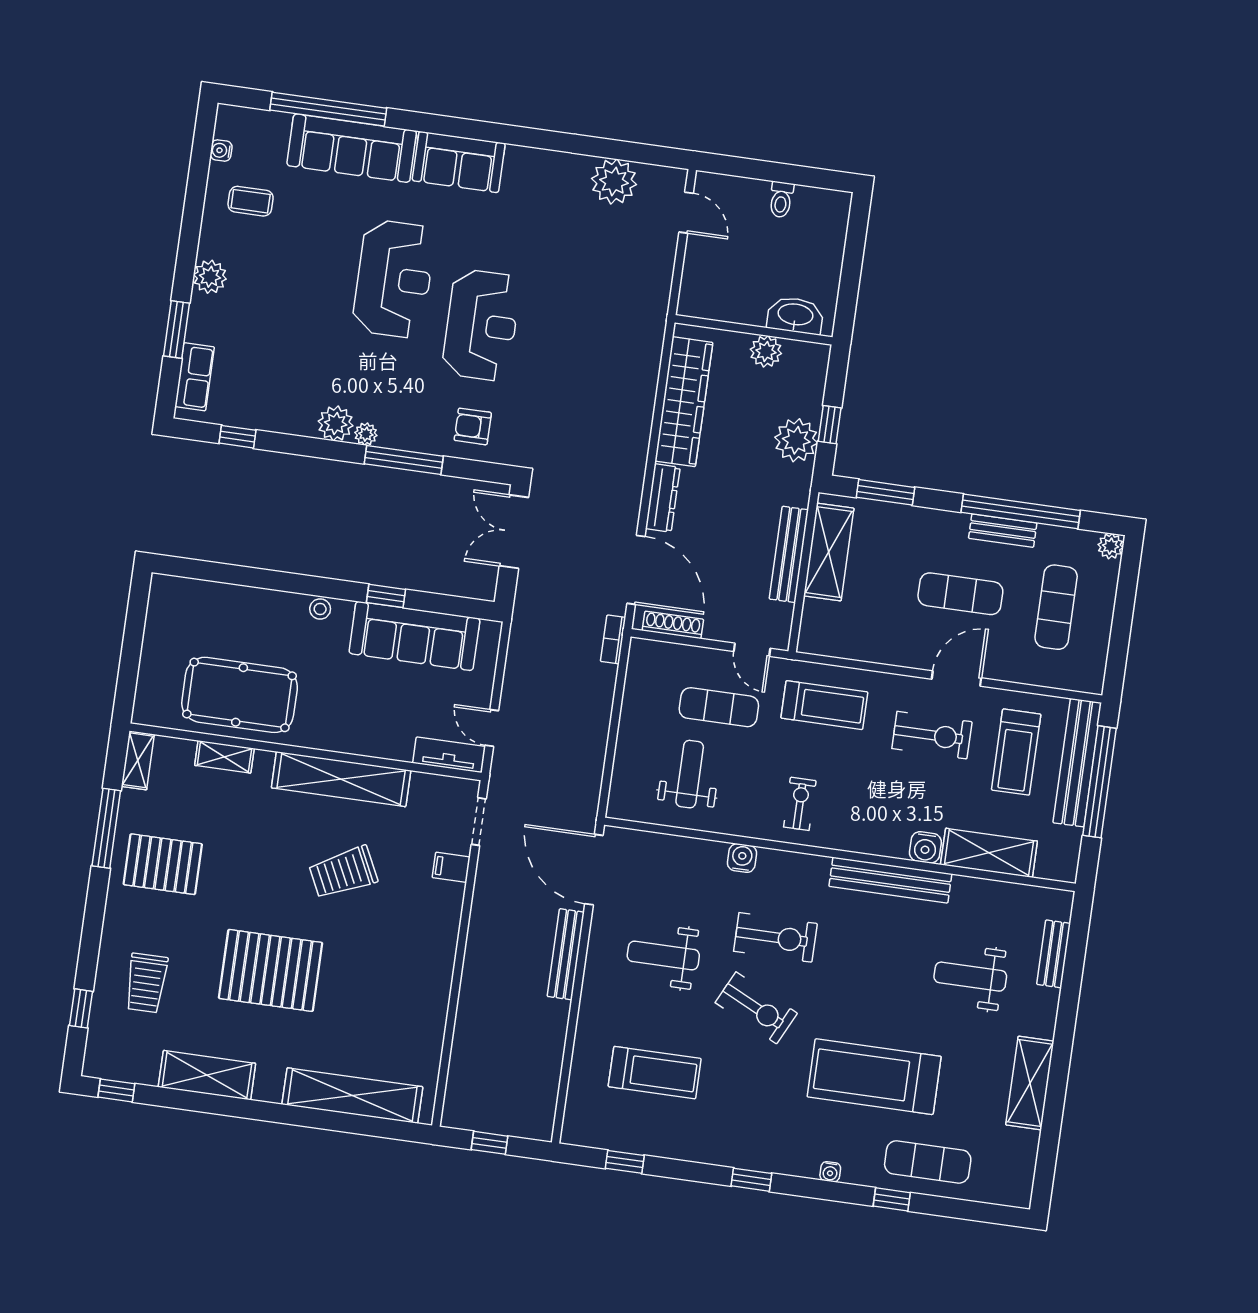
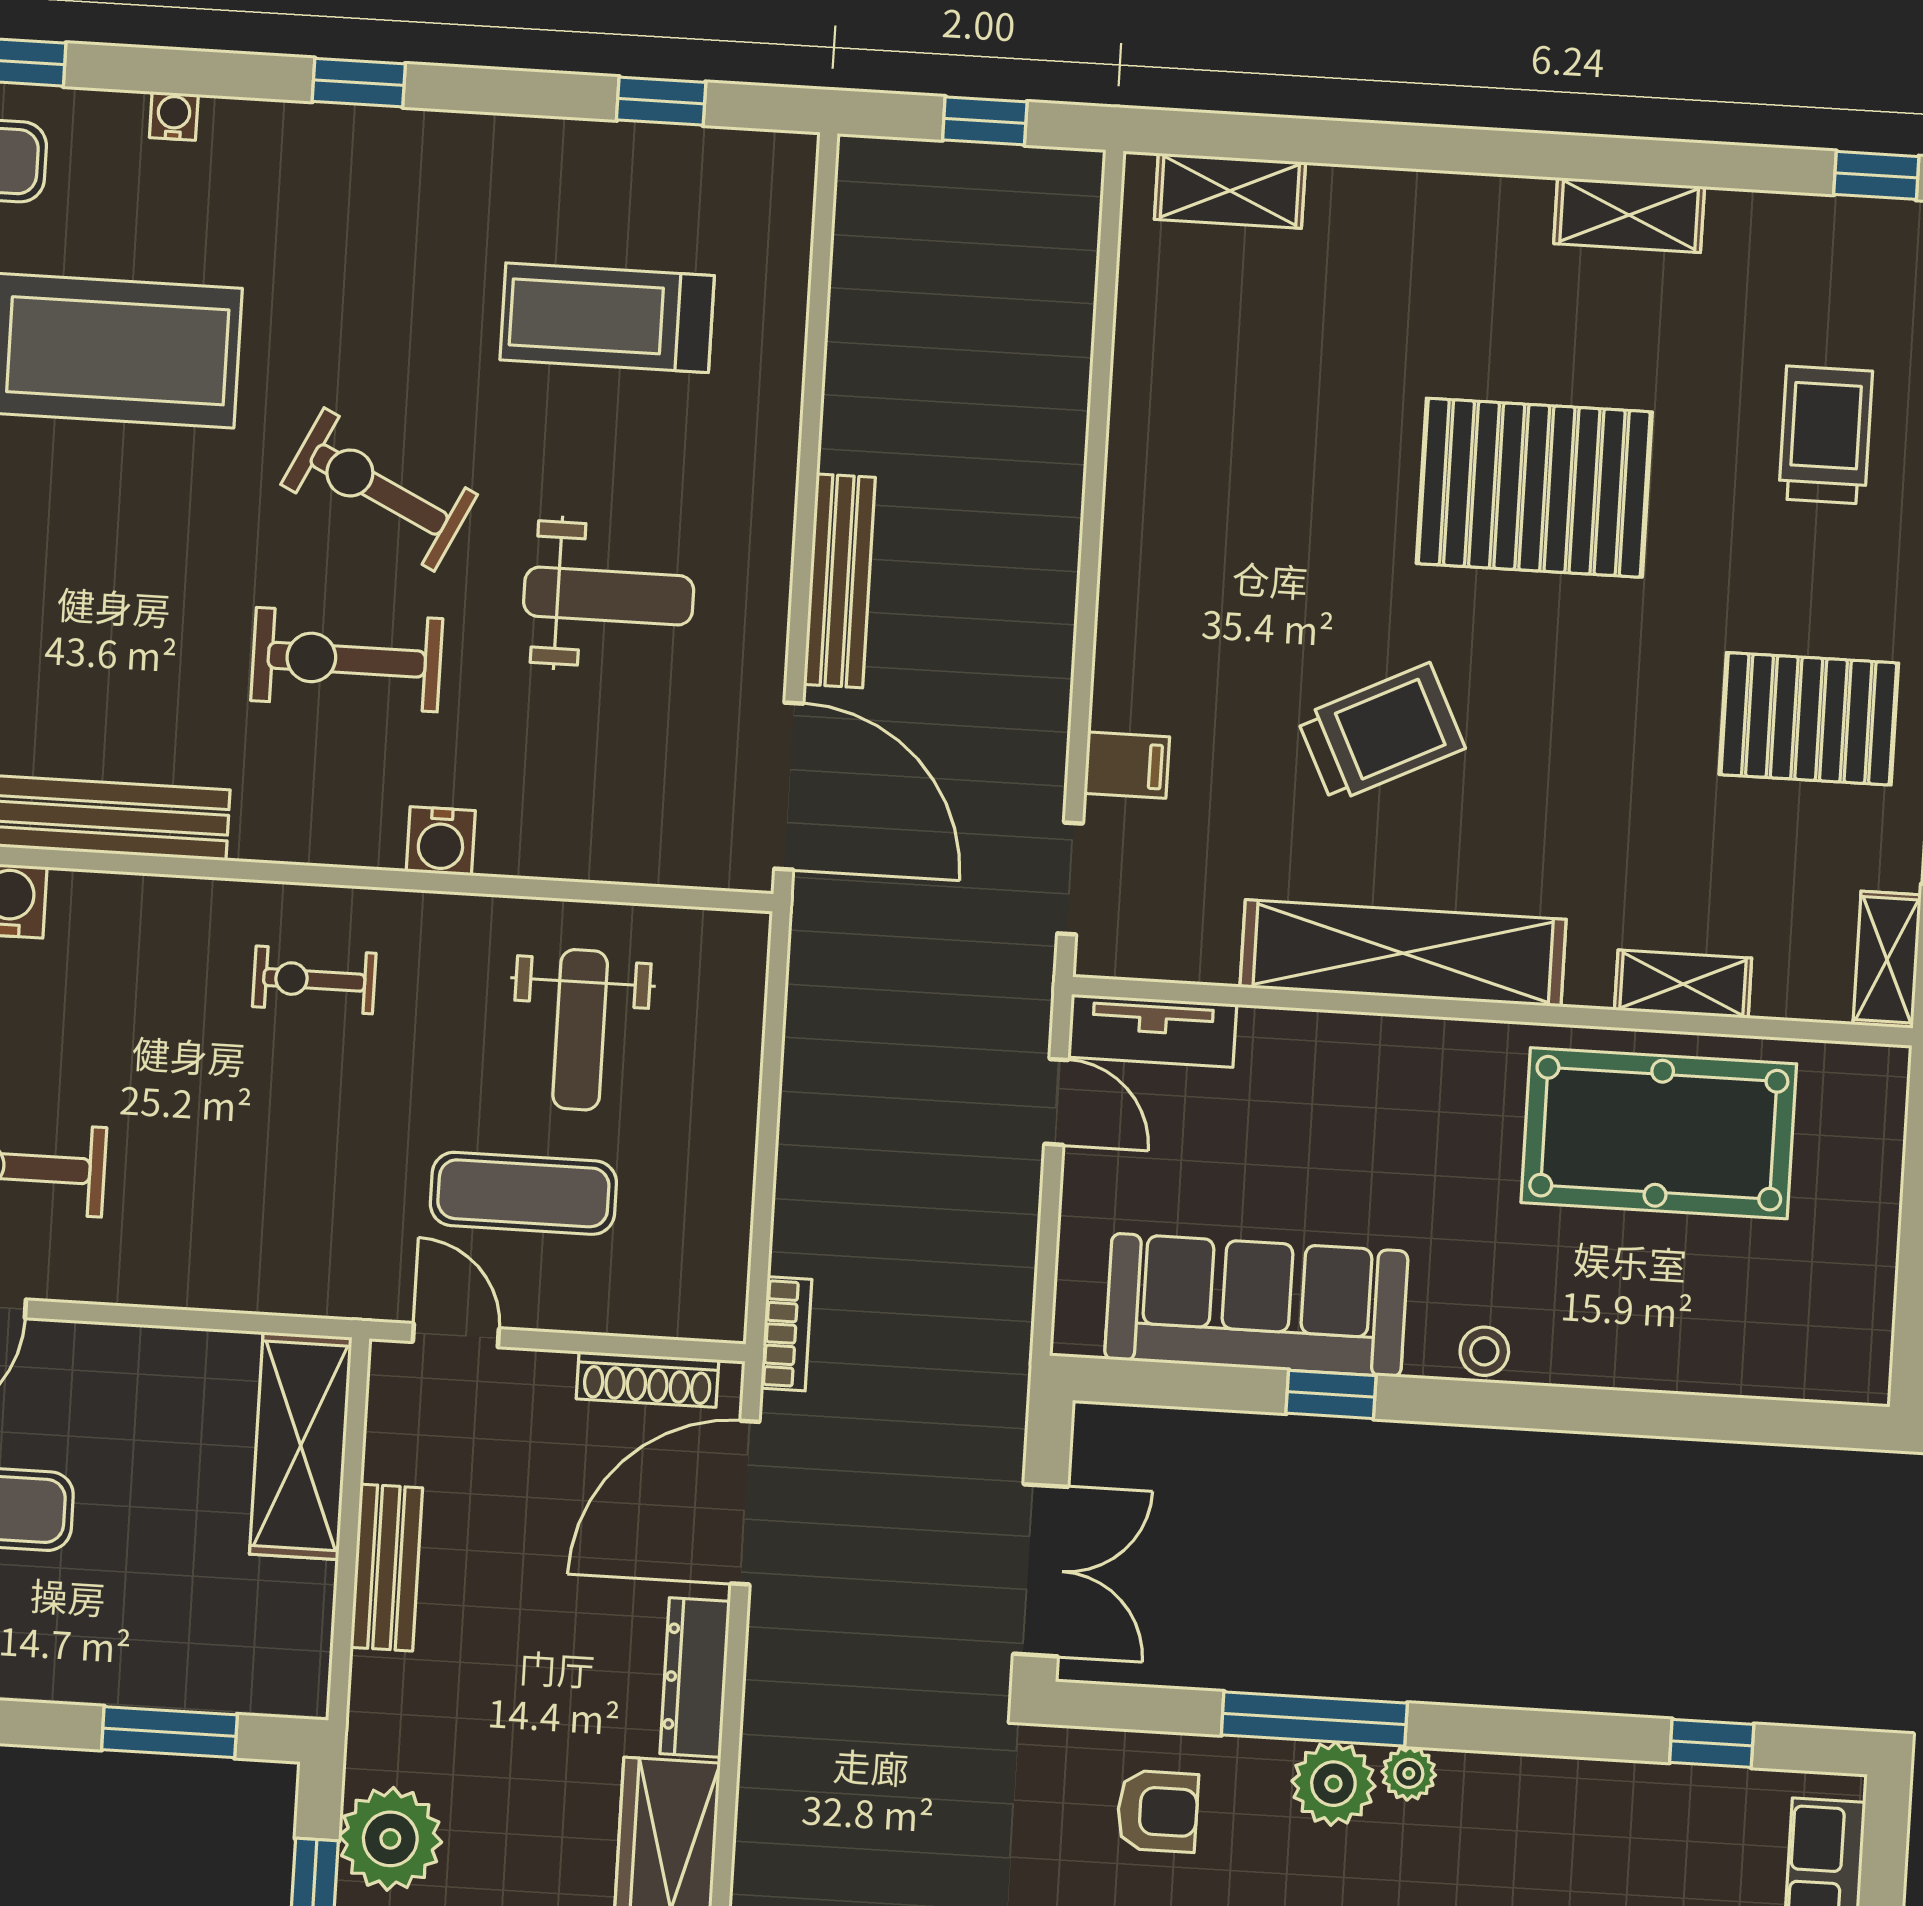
plant: (336, 423) -> (1333, 1784), moved
shelving: (829, 552) -> (301, 1446), moved
bench: (789, 554) -> (386, 1568), width x0.73
door: (636, 570) -> (745, 1503), hinge flipped
treadmill: (824, 705) -> (274, 1218), removed
exercise bike: (800, 804) -> (314, 980), turned 90
shelving: (207, 1075) -> (1629, 215), width x0.67, depth x0.75
shelving: (352, 1096) -> (1230, 191), width x0.45, depth x0.75

